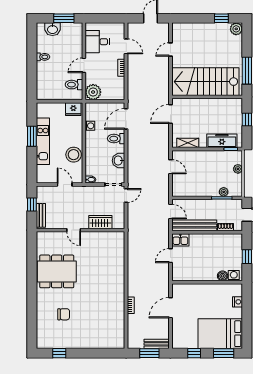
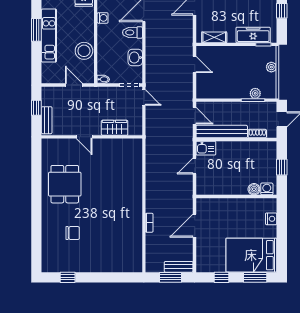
door: (126, 196) -> (144, 98), hinge flipped
dining table: (57, 271) -> (65, 184), width x0.73

